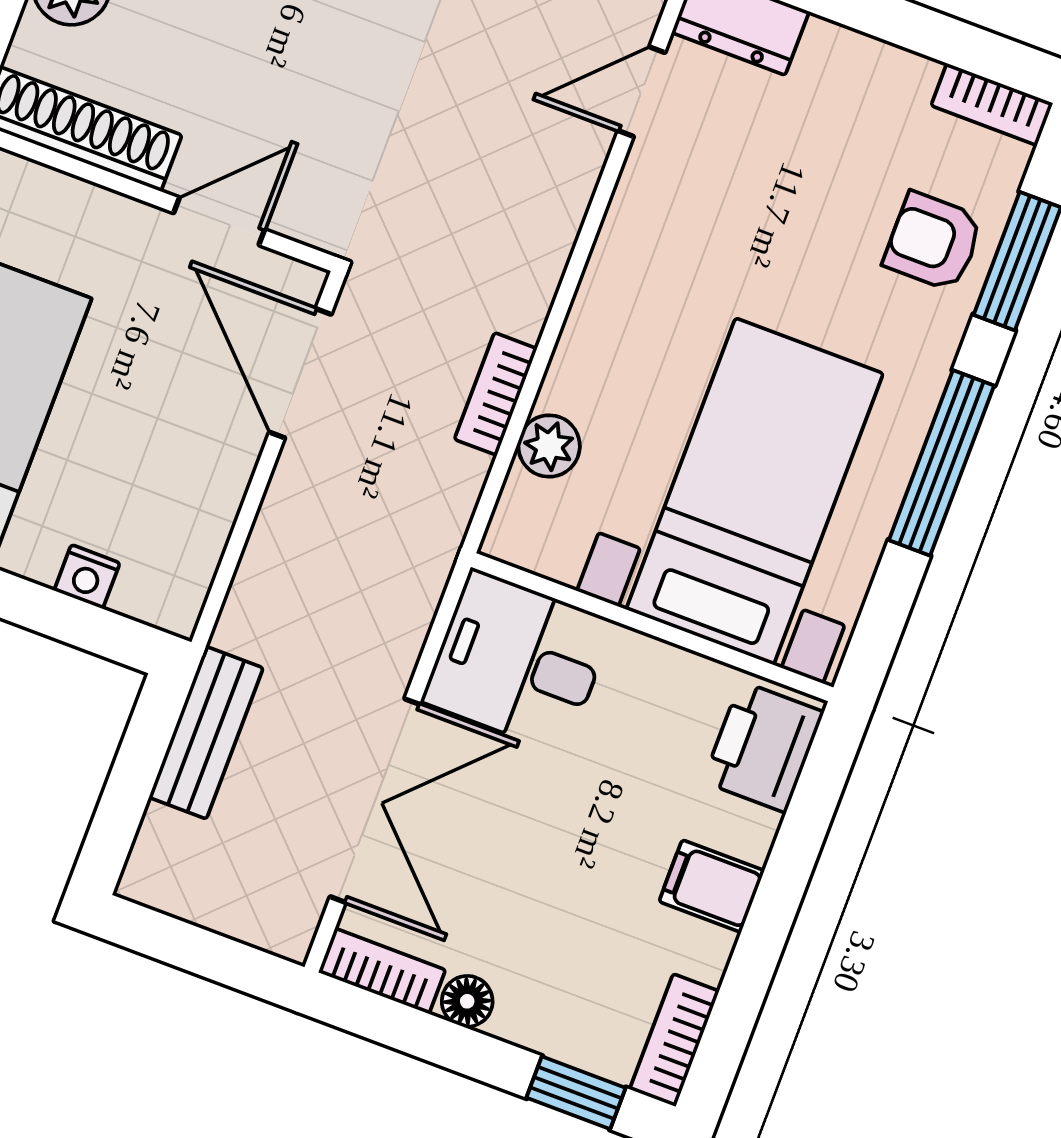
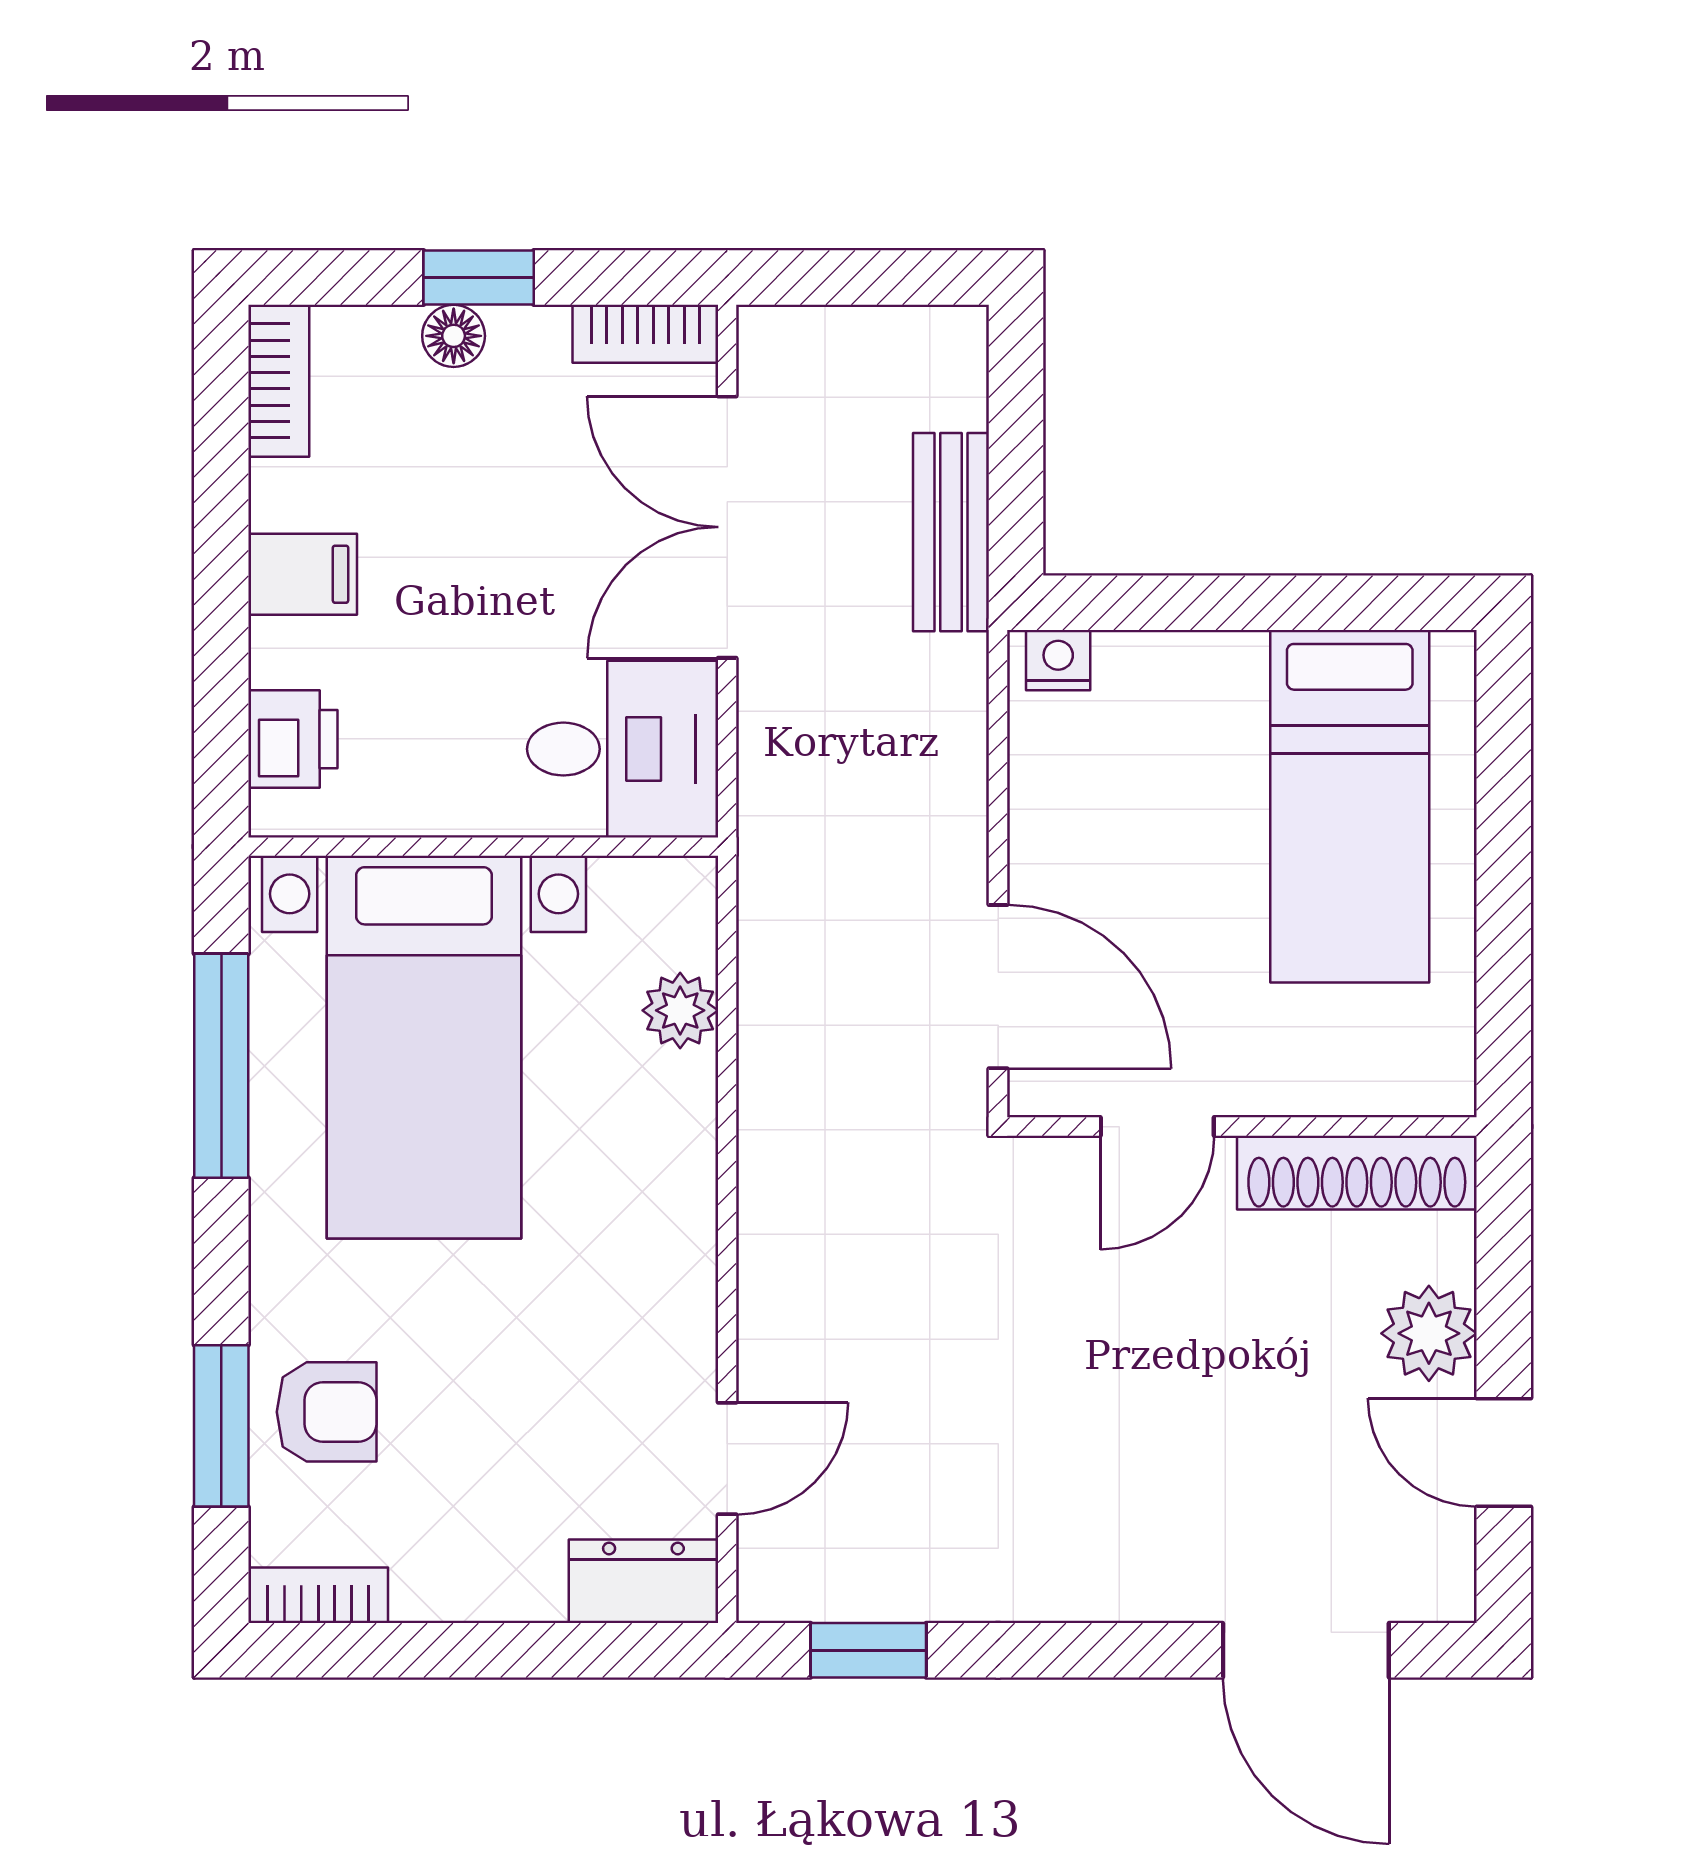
bookcase: (496, 394) -> (764, 1047), removed
window: (941, 463) -> (221, 1066), moved
nightstand: (87, 577) -> (1058, 660), moved
printer: (763, 747) -> (293, 739), width x0.73, depth x0.81
floor lamp: (467, 1001) -> (454, 336), moved
window: (576, 1093) -> (479, 278), moved

